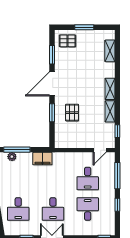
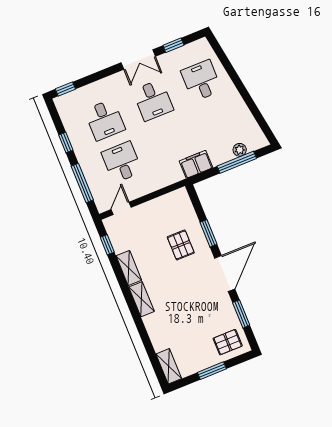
shelving: (110, 51) -> (169, 366), moved
desk: (53, 209) -> (153, 100), turned 180

